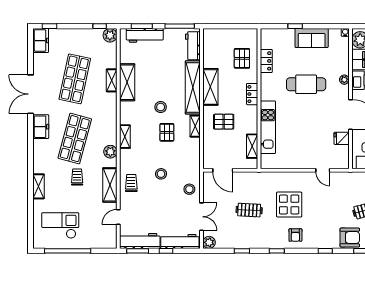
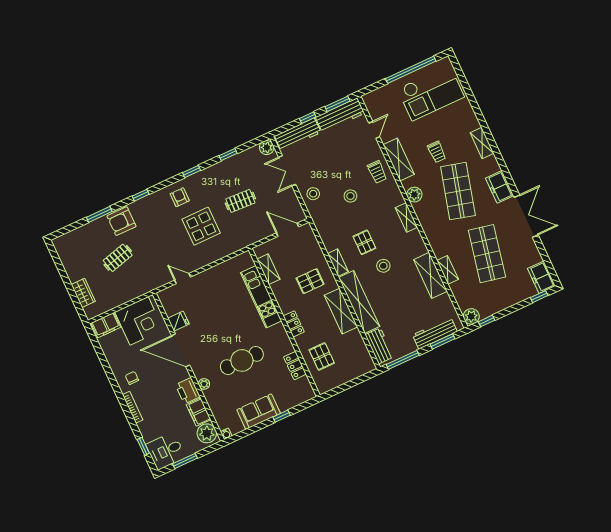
shelving: (38, 186) -> (482, 143), moved
checkout: (60, 226) -> (431, 93), width x1.36, depth x1.21

